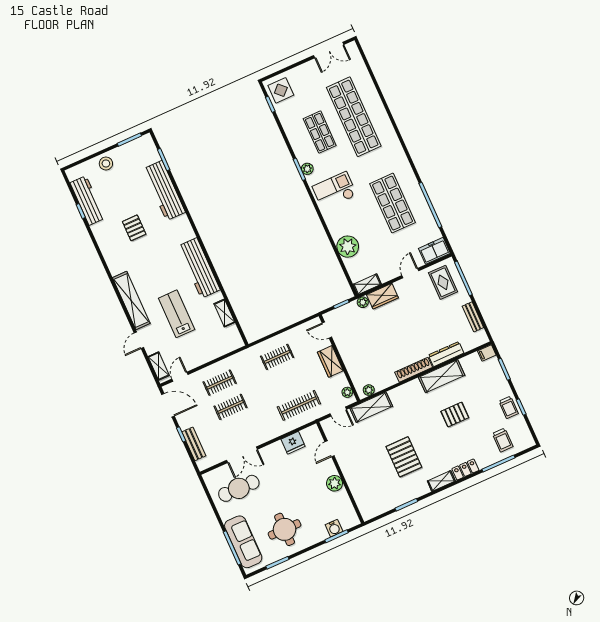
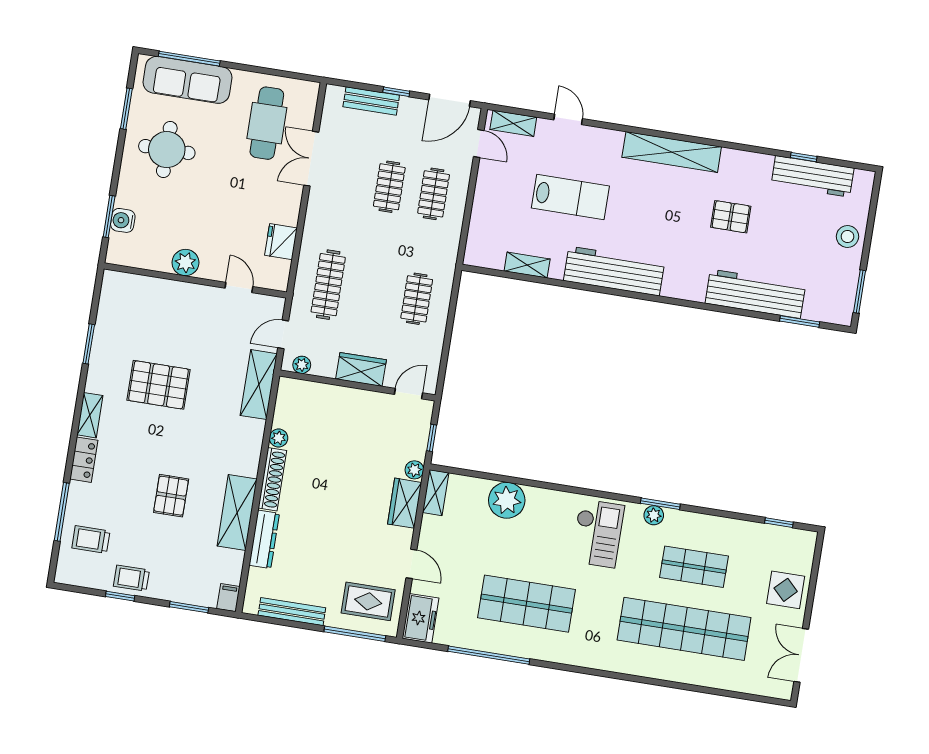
display table: (281, 90) -> (786, 590), moved
shelving: (131, 301) -> (672, 152), moved
bench: (473, 317) -> (292, 612), width x1.36
plant: (369, 390) -> (279, 438), moved

